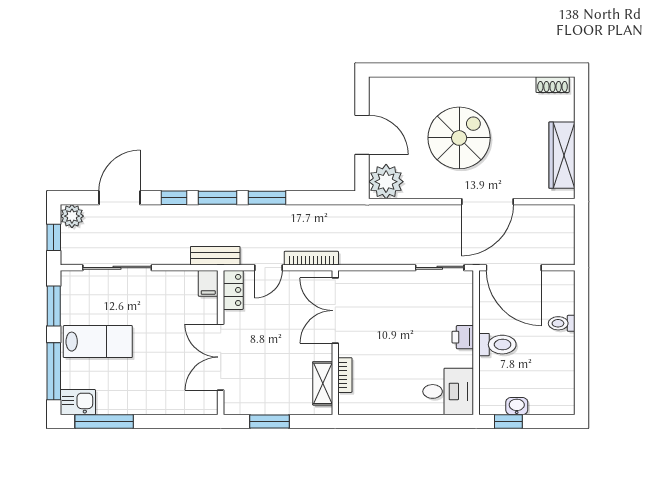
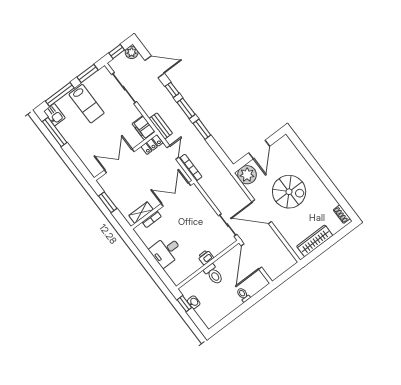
door: (488, 202) -> (262, 212), moved
door: (268, 268) -> (173, 152), swing flipped
filing cabinet: (208, 283) -> (144, 128), width x2.00
desk: (448, 391) -> (166, 251), moved, turned 90

